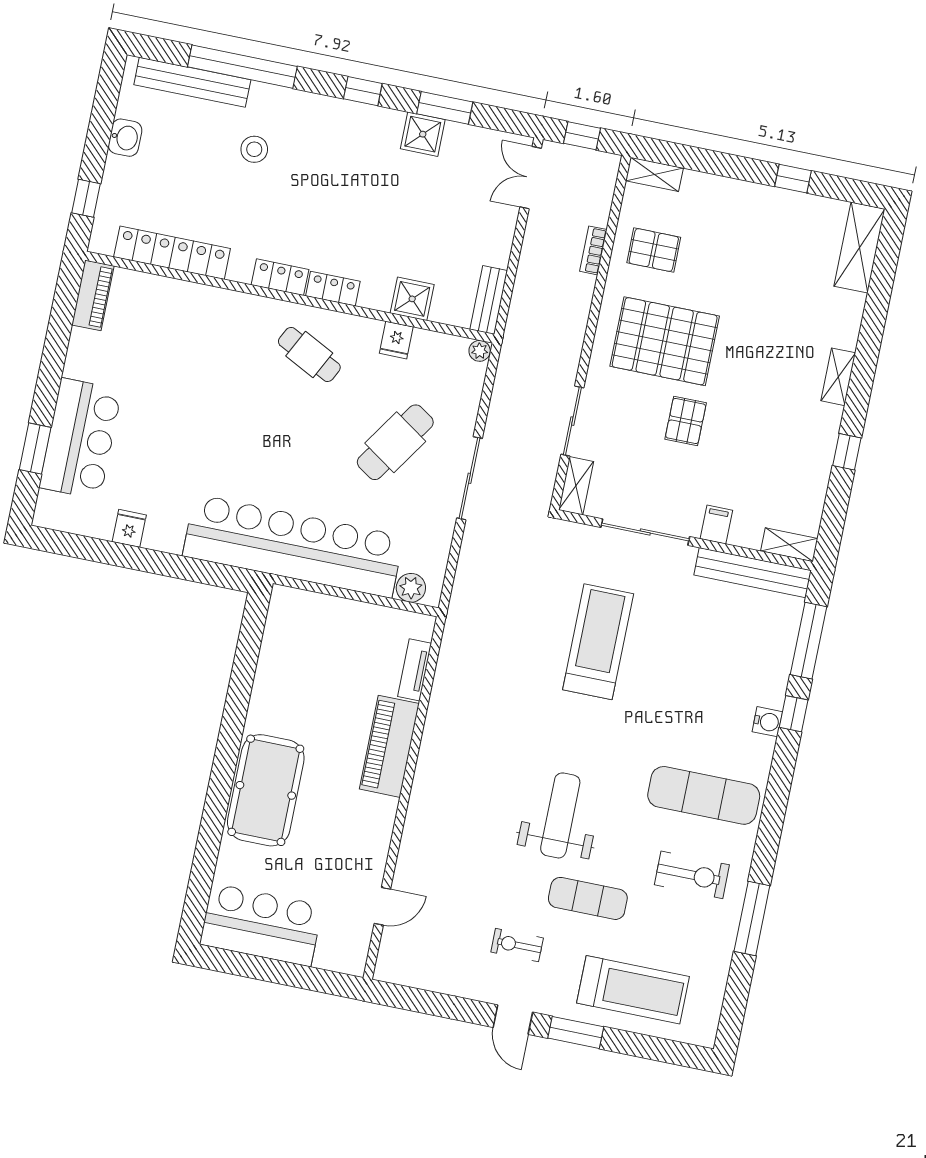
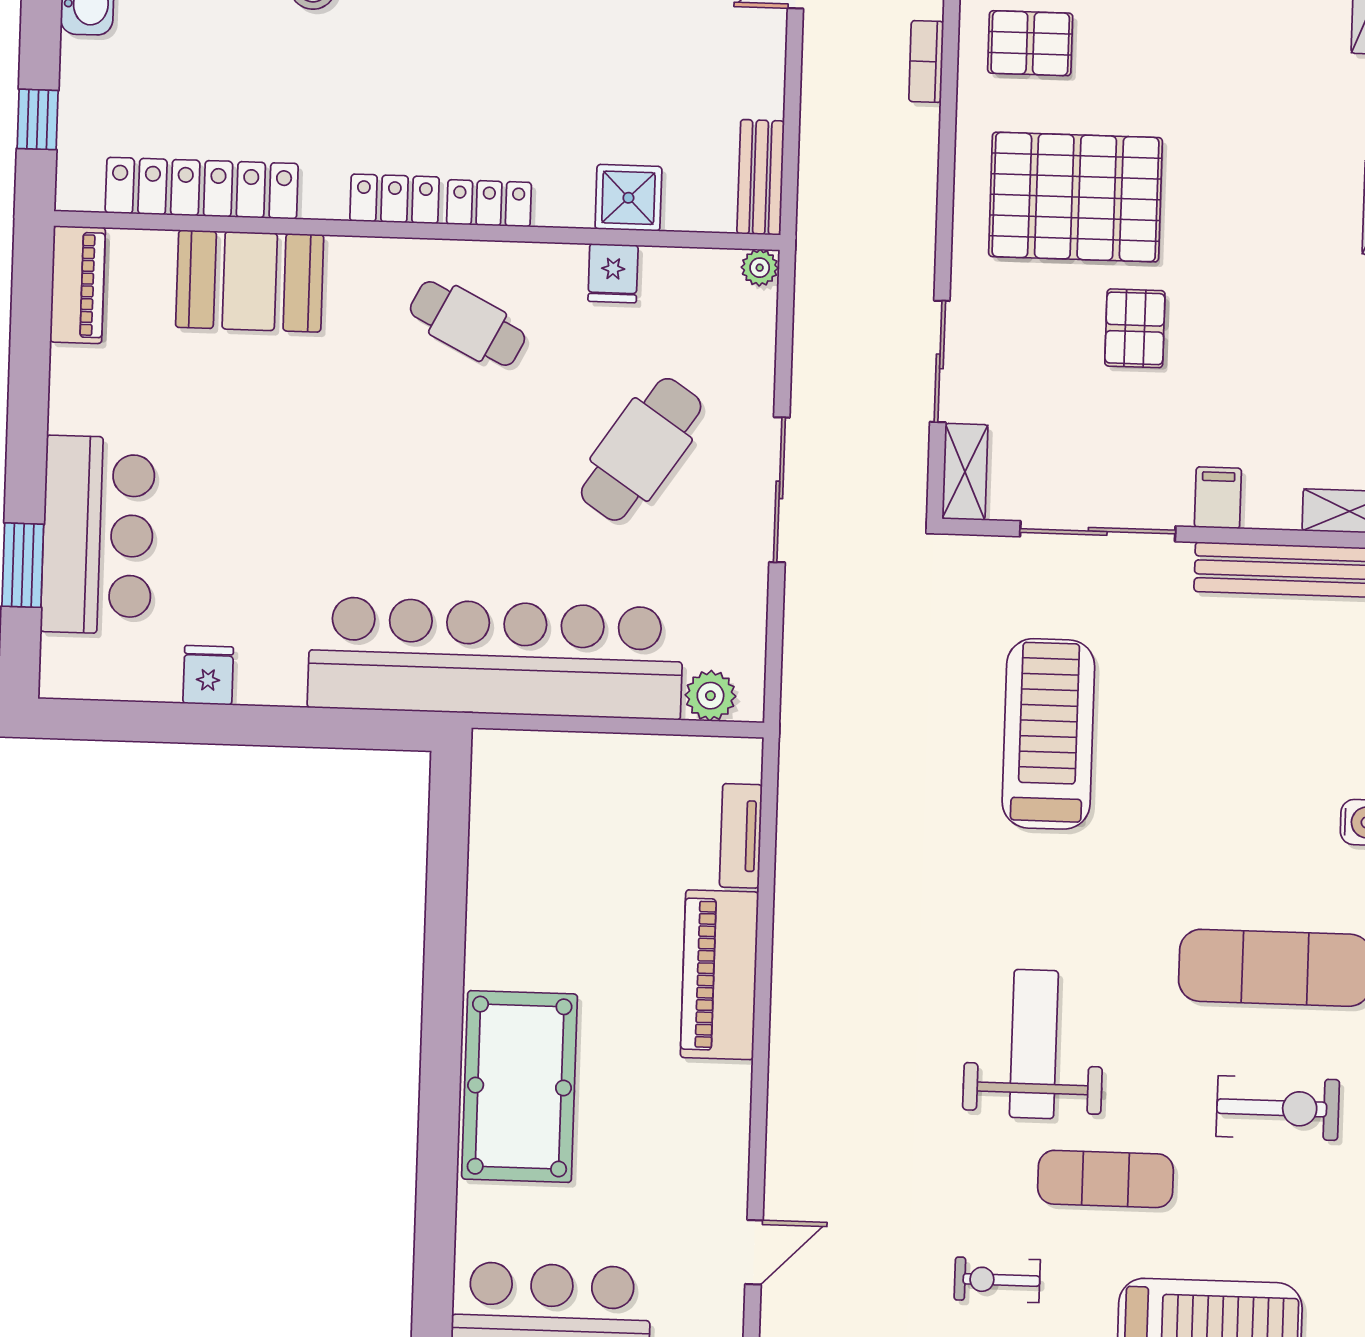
booth: (190, 310) -> (250, 281), added

